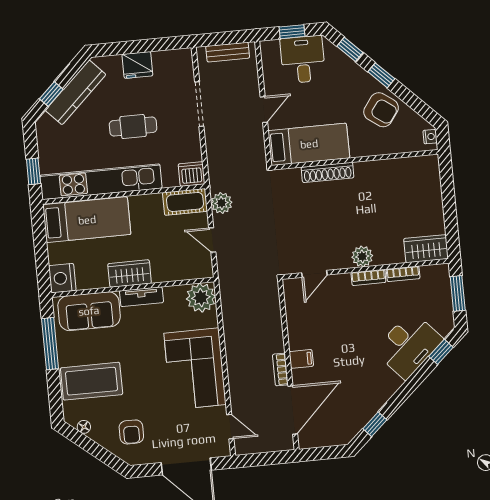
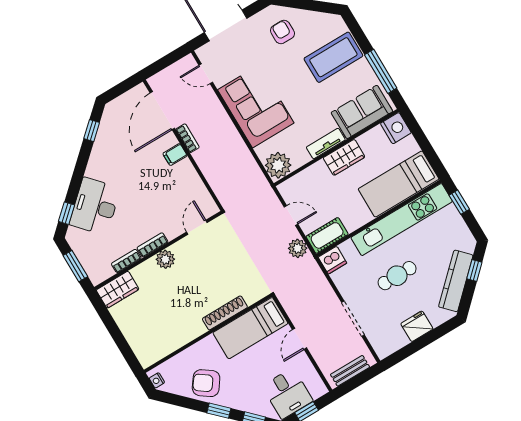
floor lamp: (84, 427) -> (322, 18), removed

